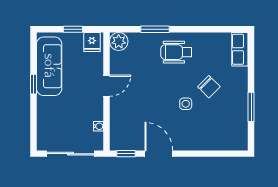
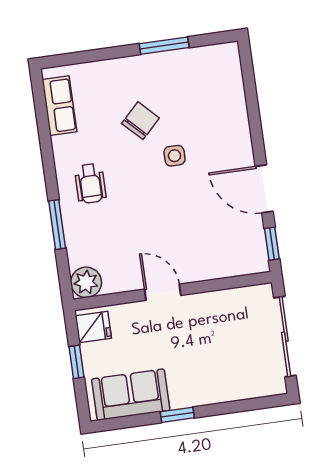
row of seats: (240, 49) -> (59, 106), moved, turned -90
wheelchair: (176, 52) -> (90, 183), width x0.73, depth x0.73
sofa: (49, 66) -> (131, 395), width x0.73
water cooler: (99, 126) -> (233, 296), removed
door: (159, 154) -> (264, 189), hinge flipped

